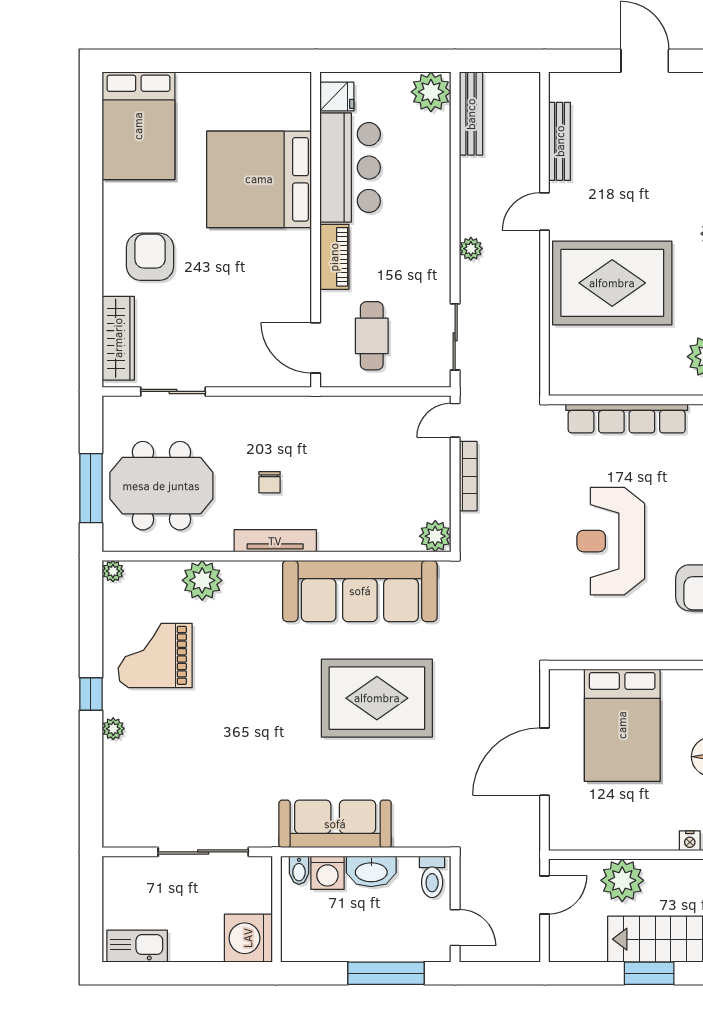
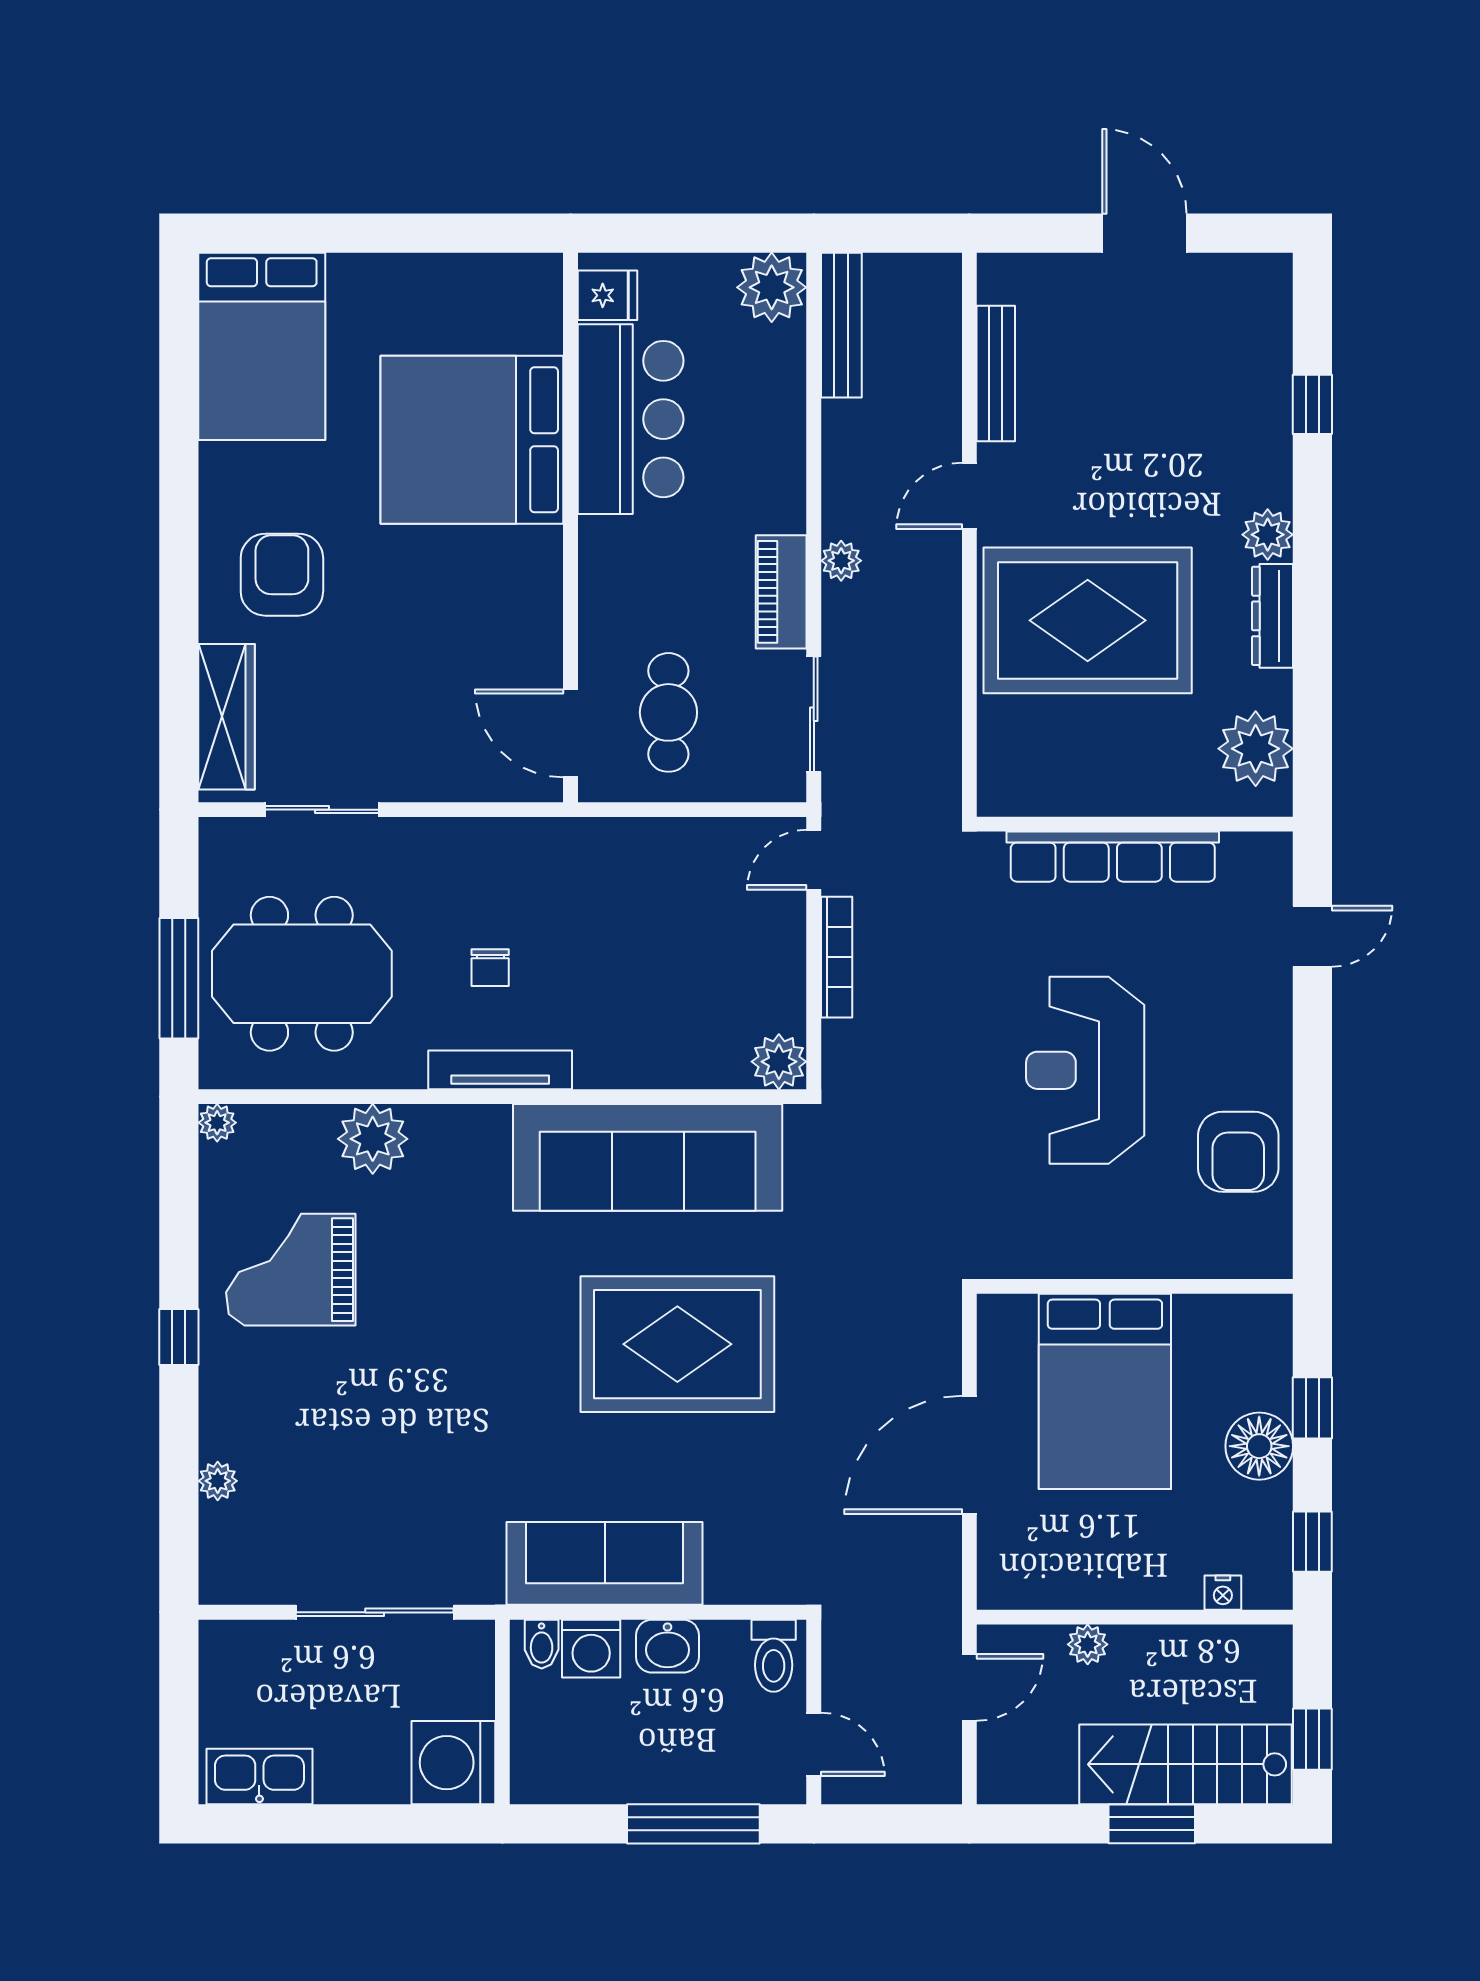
piano: (334, 257) -> (781, 592), moved, turned 180
plant: (113, 729) -> (218, 1481), moved
washbasin: (371, 871) -> (668, 1646), width x0.72
plant: (622, 880) -> (1088, 1644), width x0.53, depth x0.53

